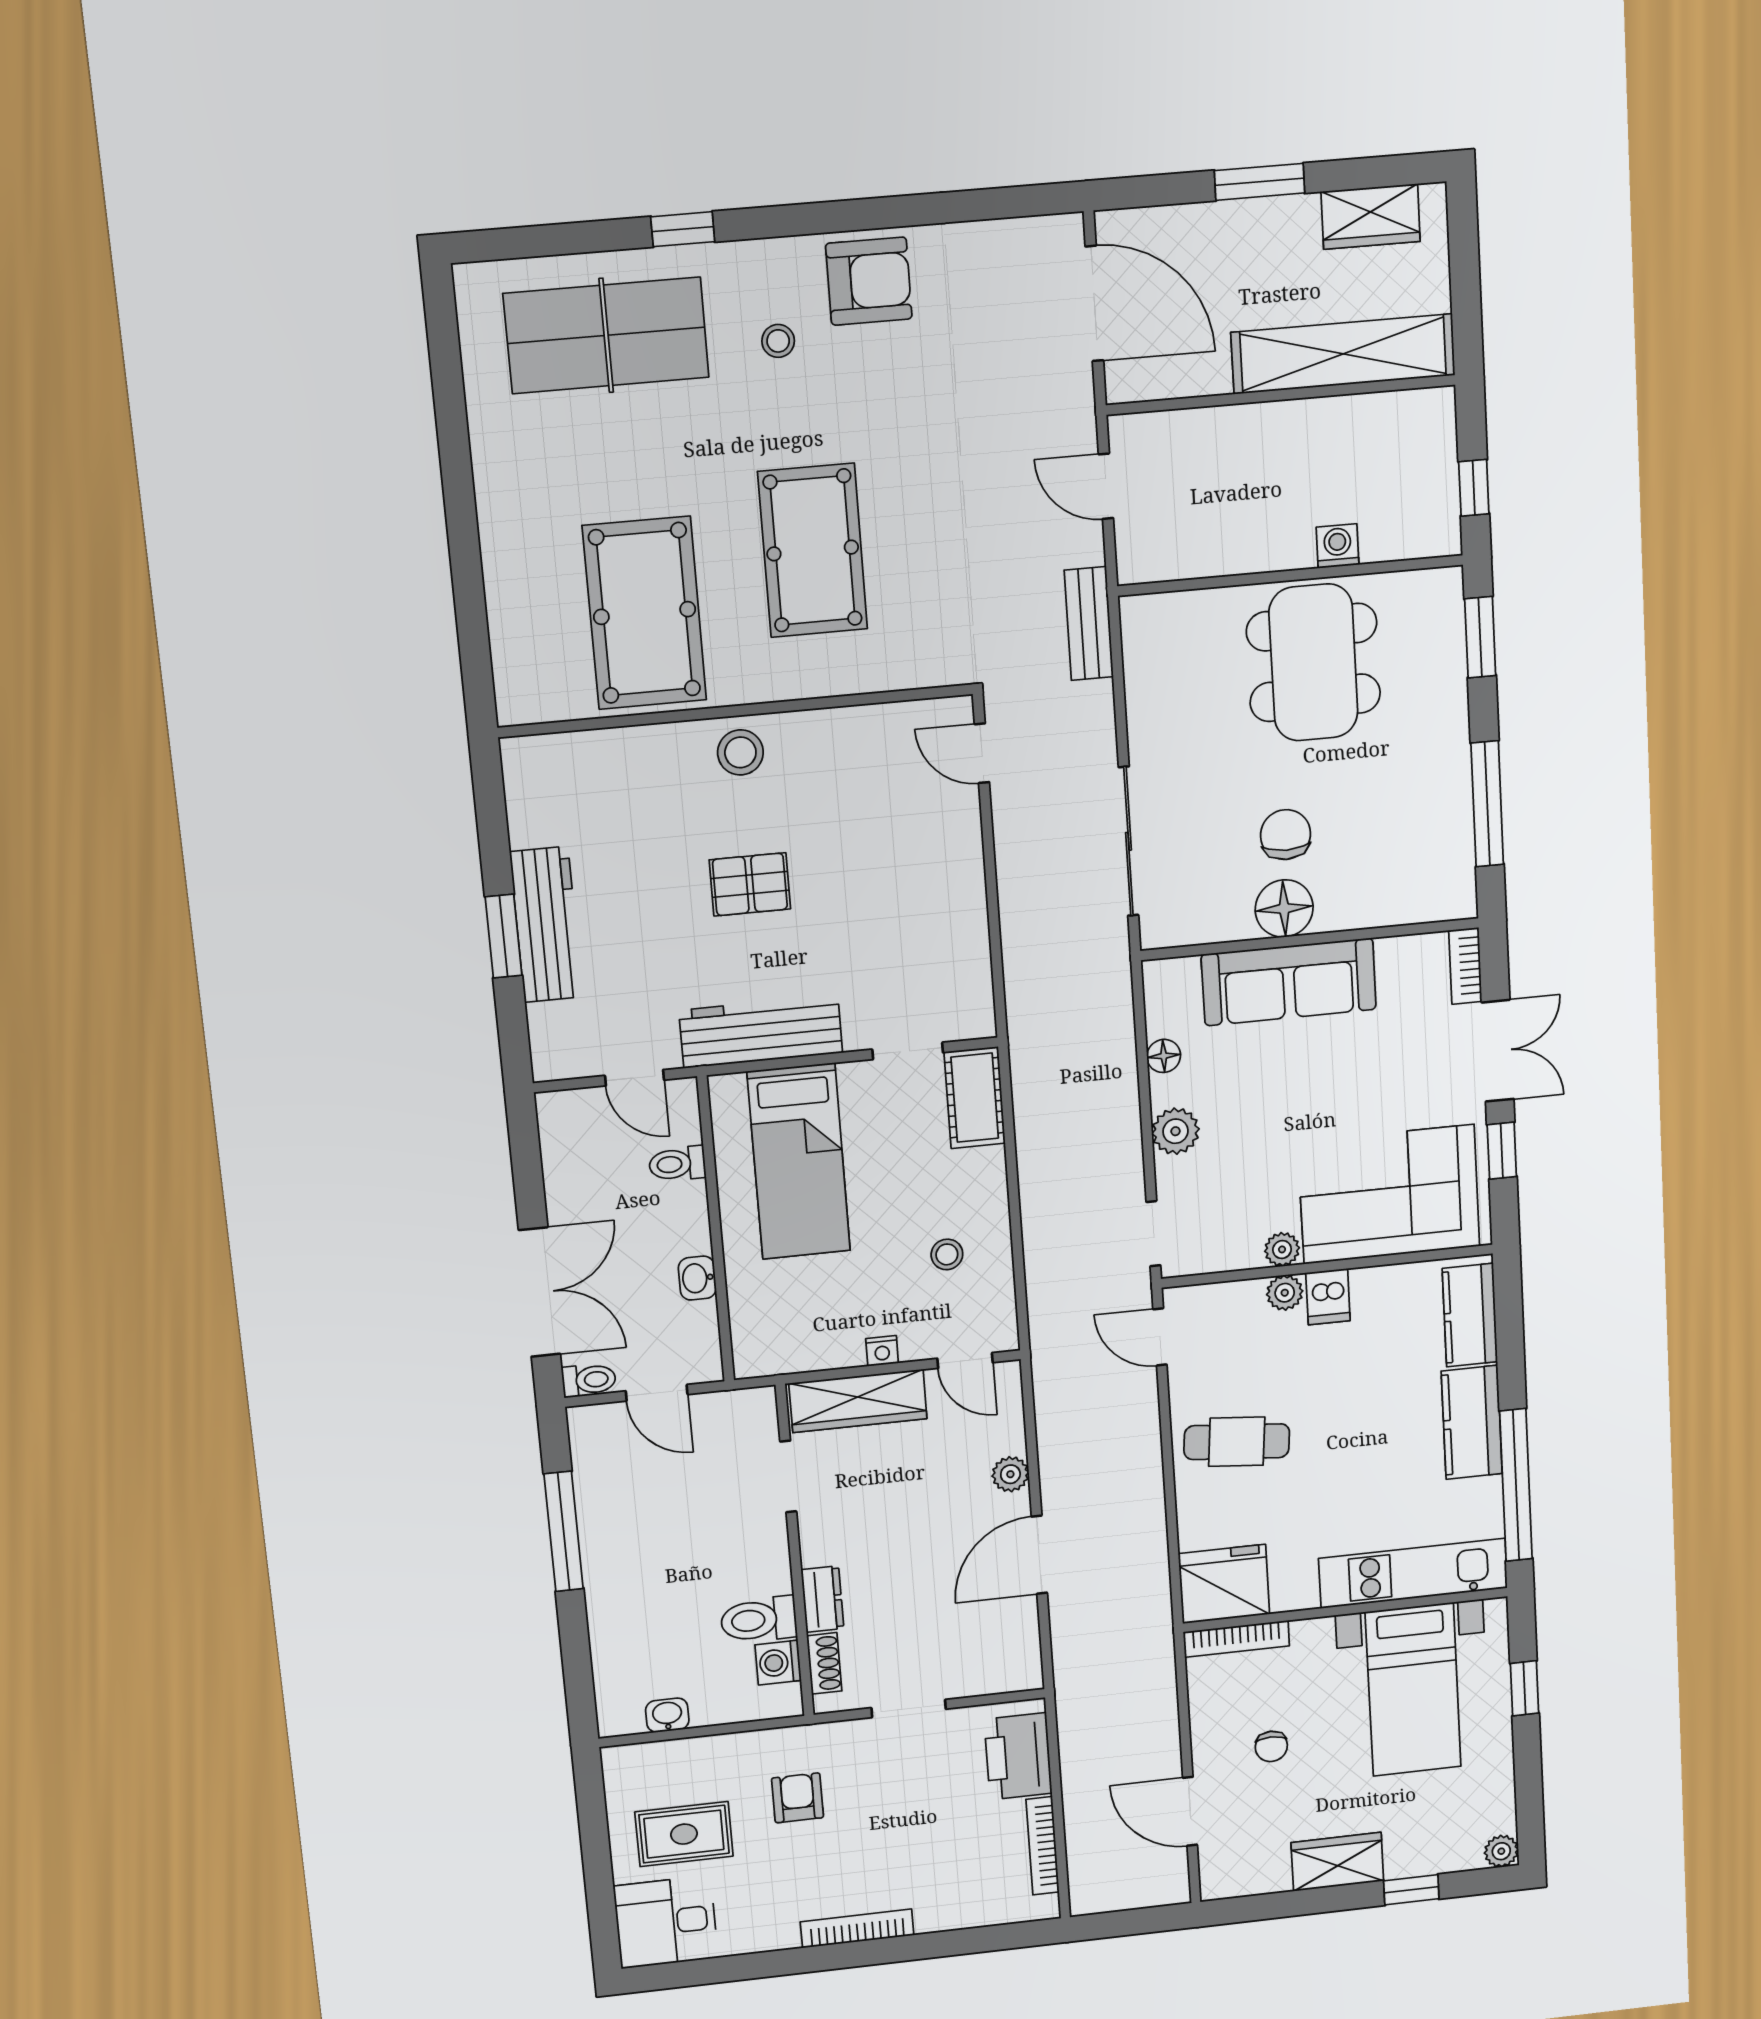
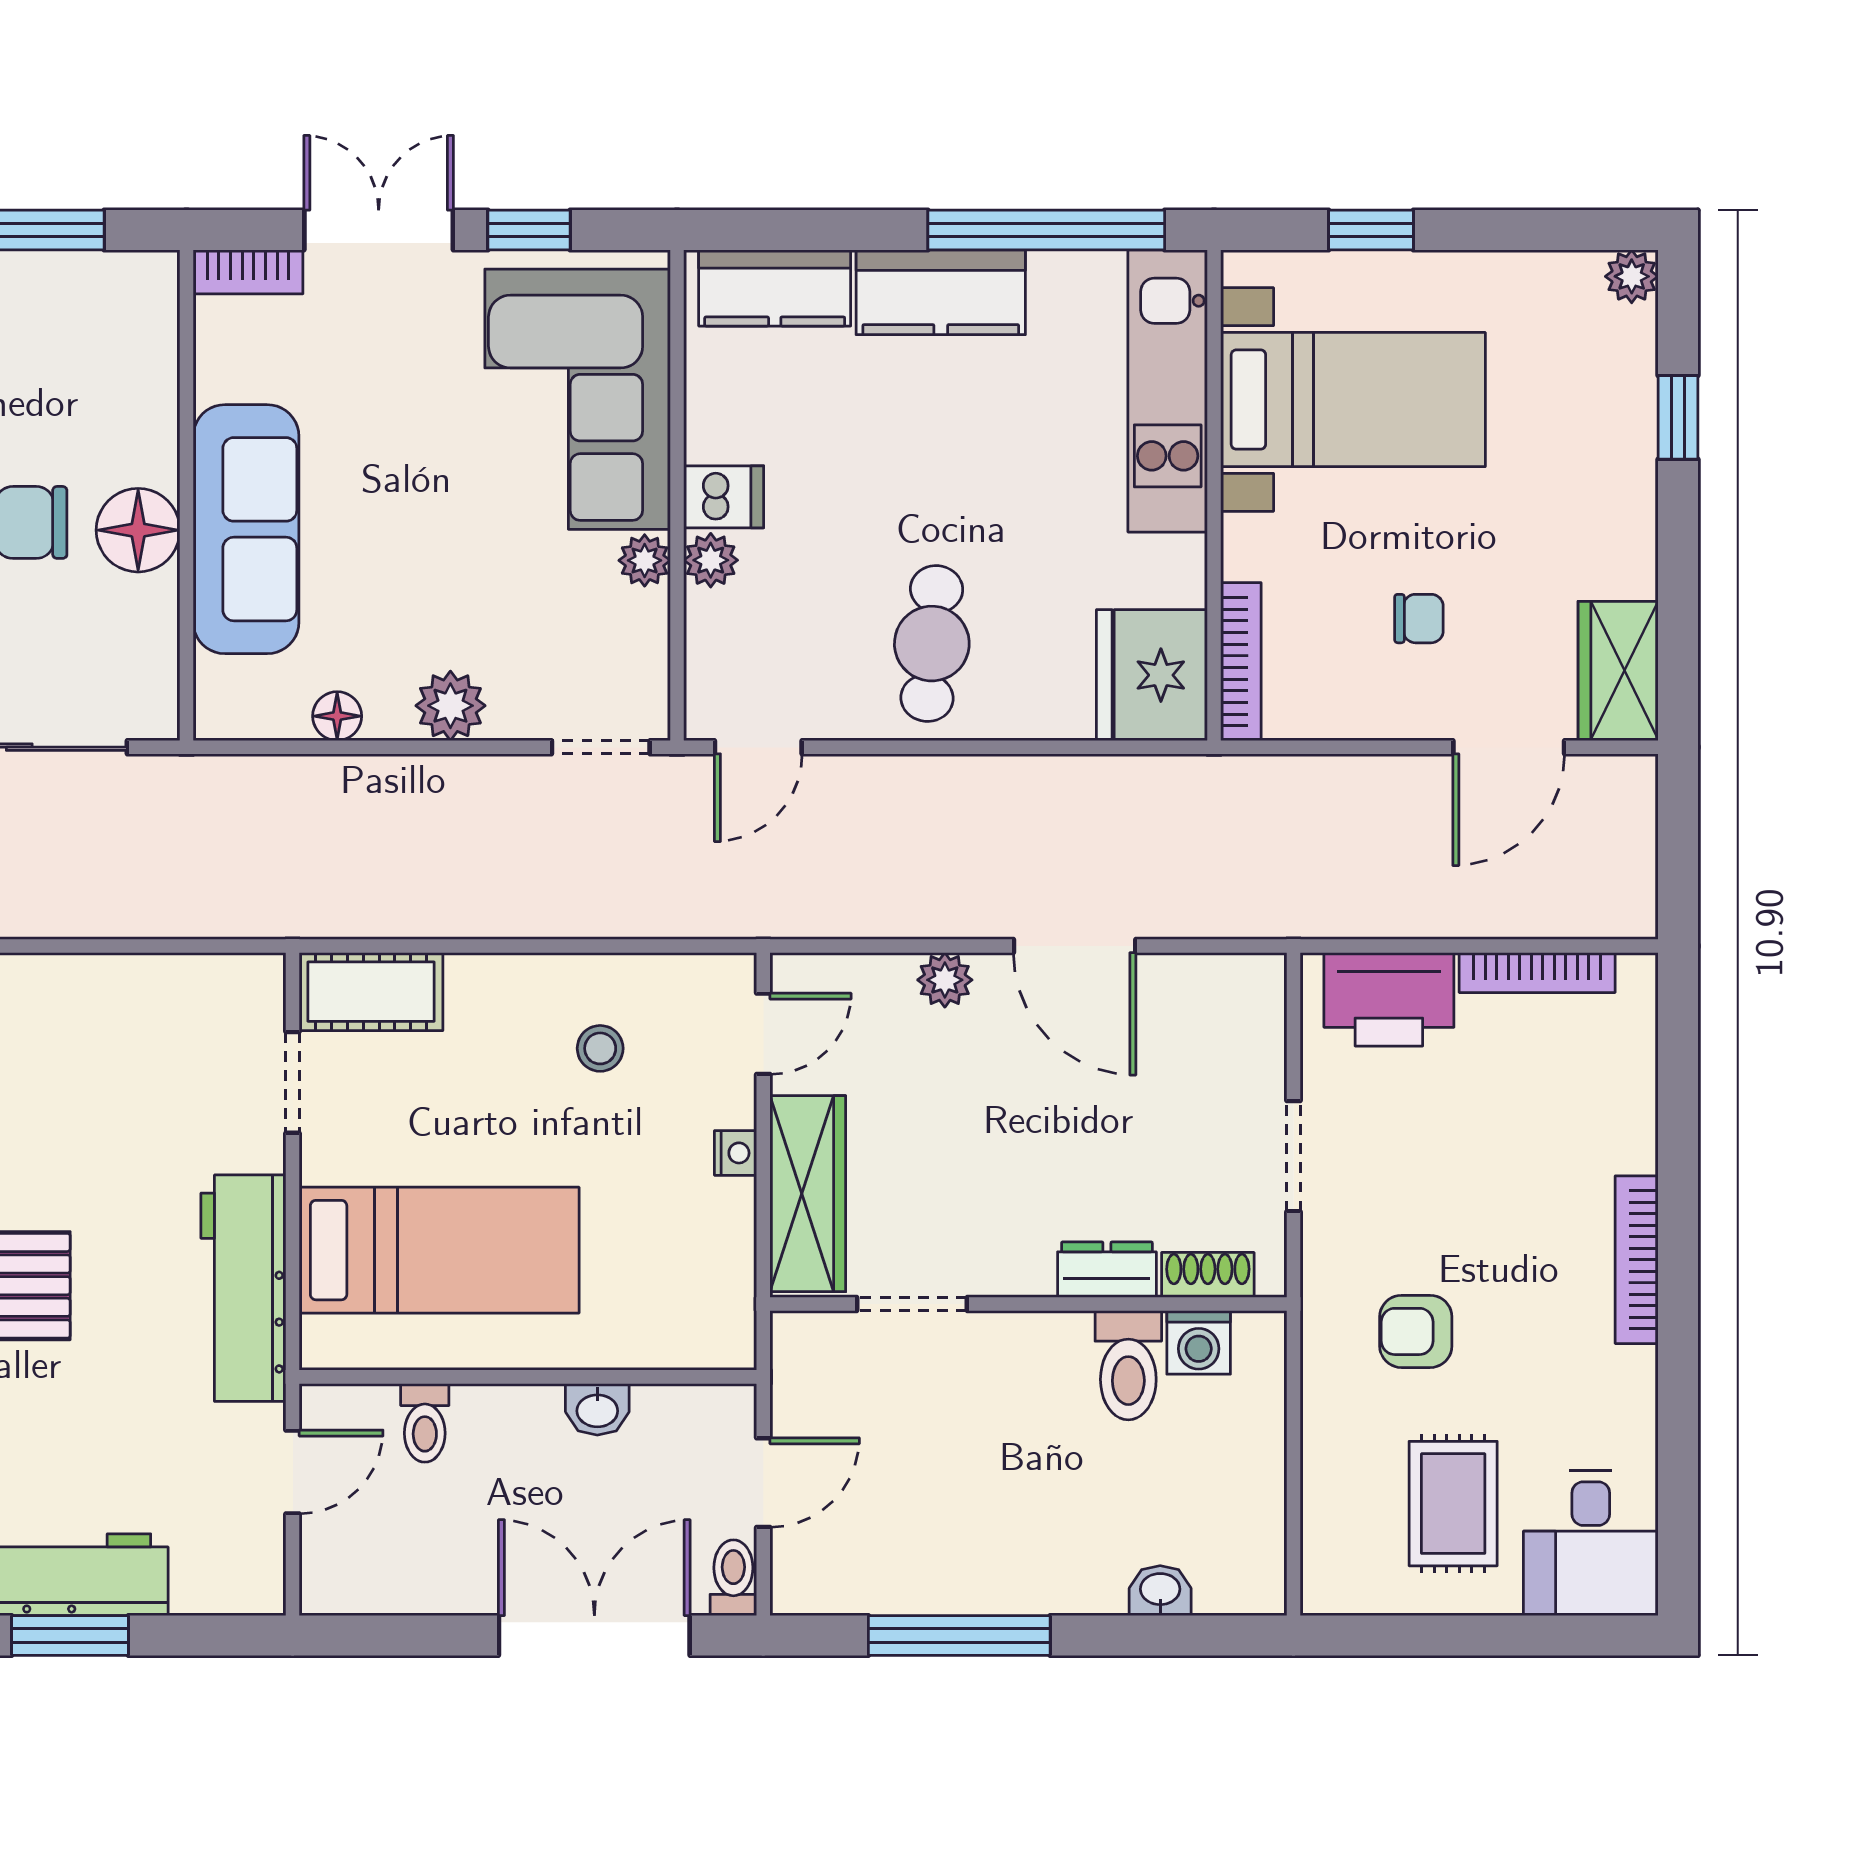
washbasin: (667, 1715) -> (1160, 1591), moved, turned 90
wardrobe: (1337, 1862) -> (1618, 670), moved

